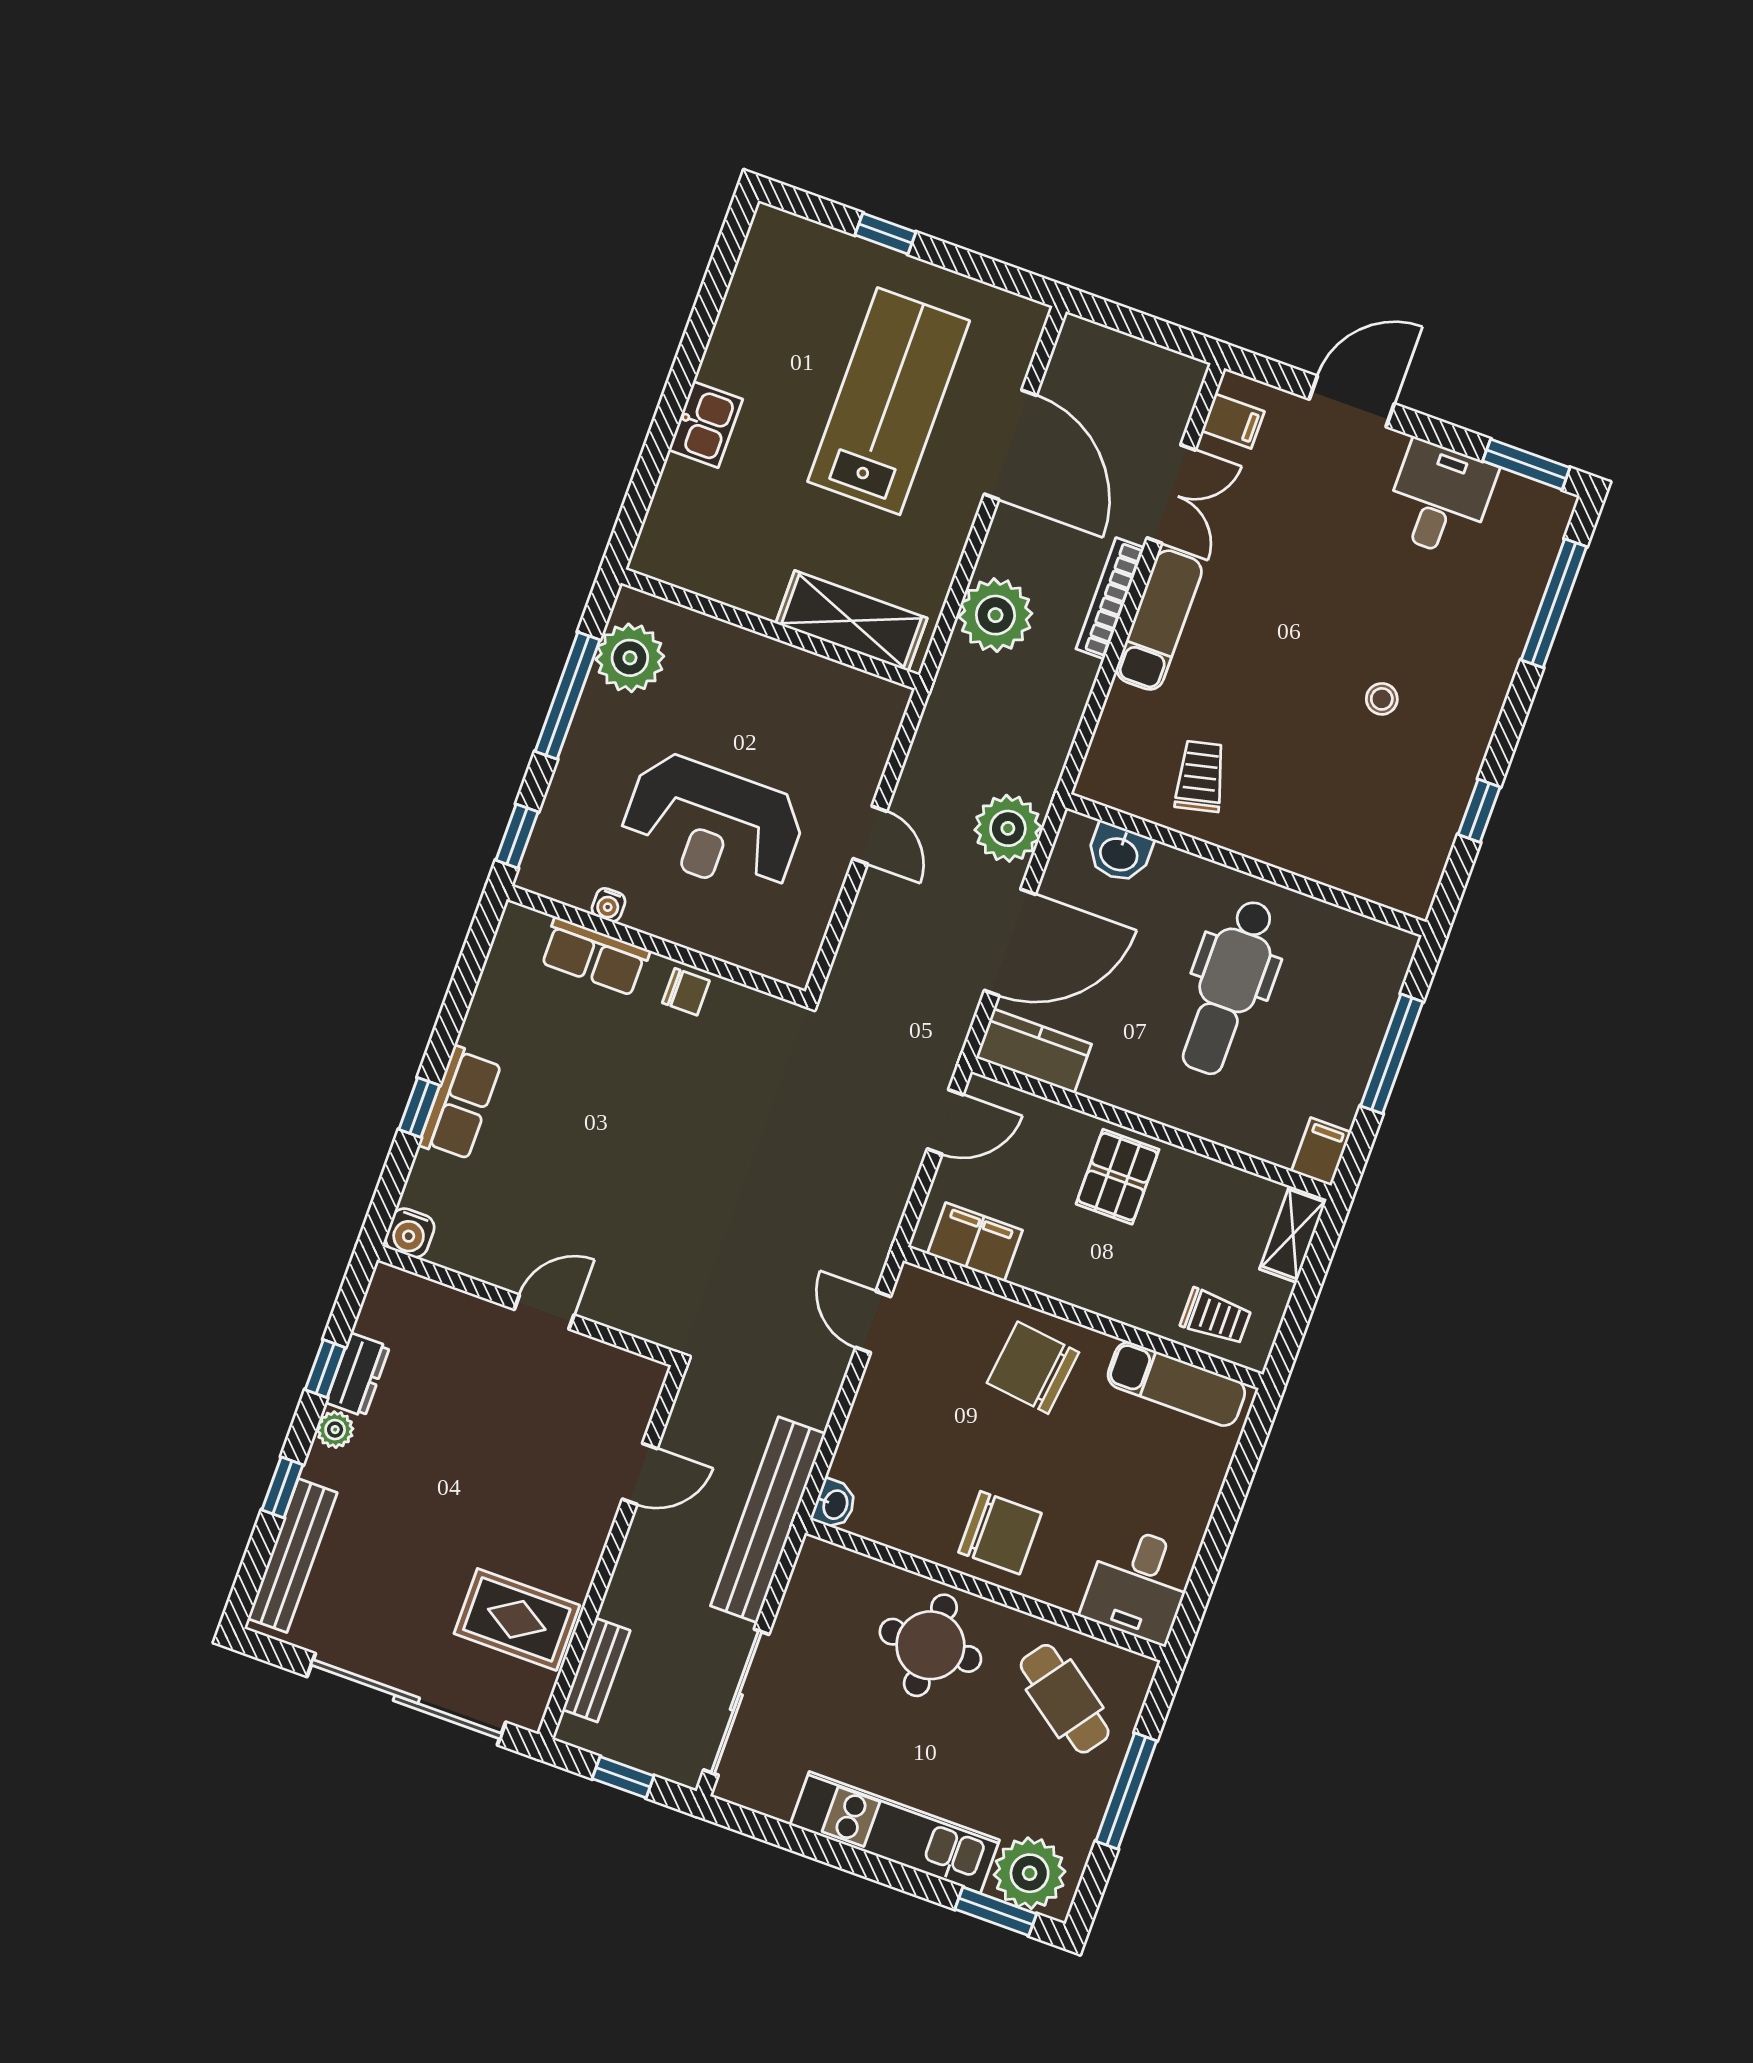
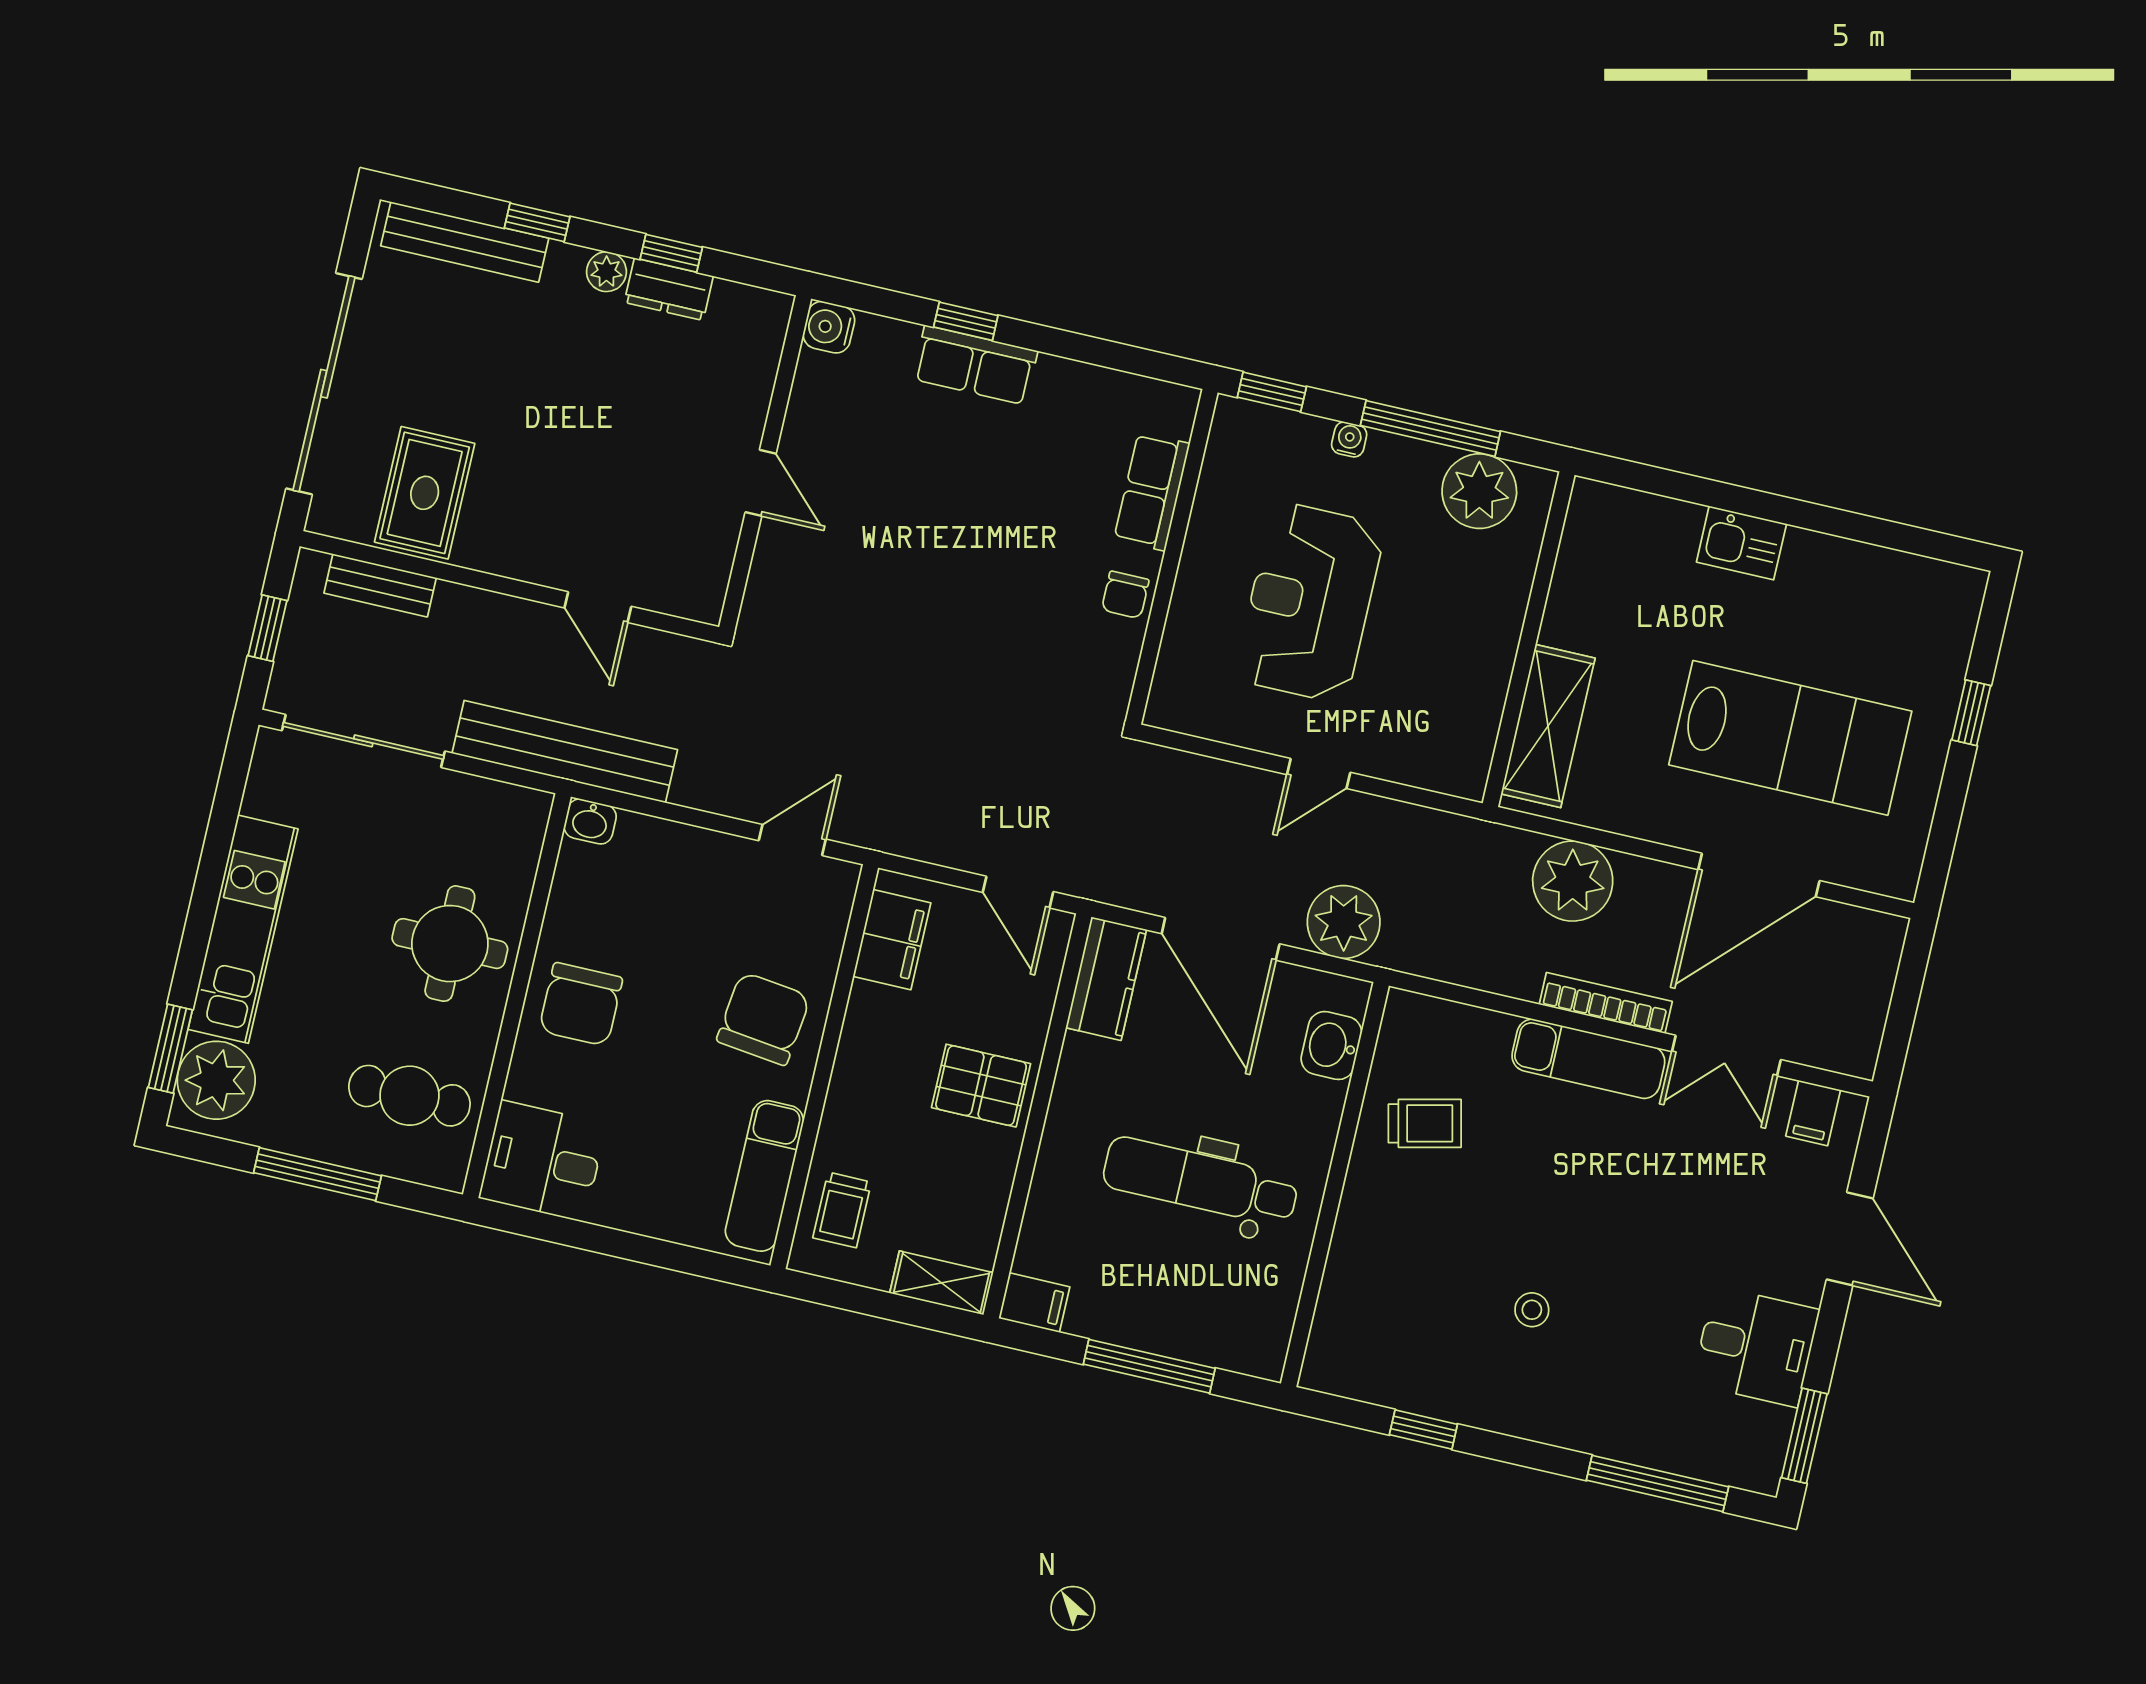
water cooler: (609, 905) -> (1349, 439), moved, turned 90
cafe table: (1065, 1699) -> (409, 1096), turned 54

